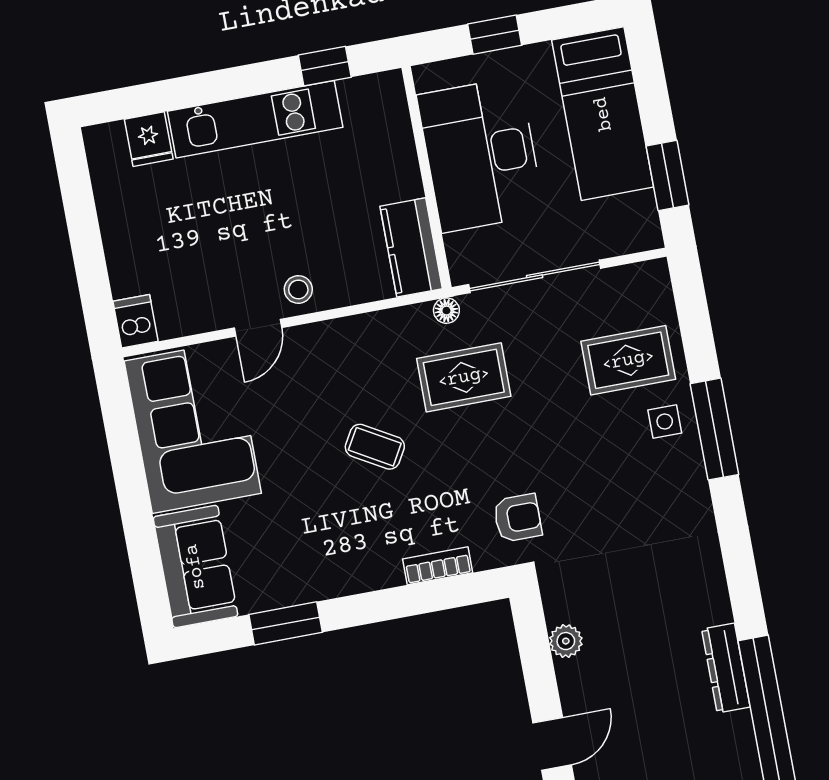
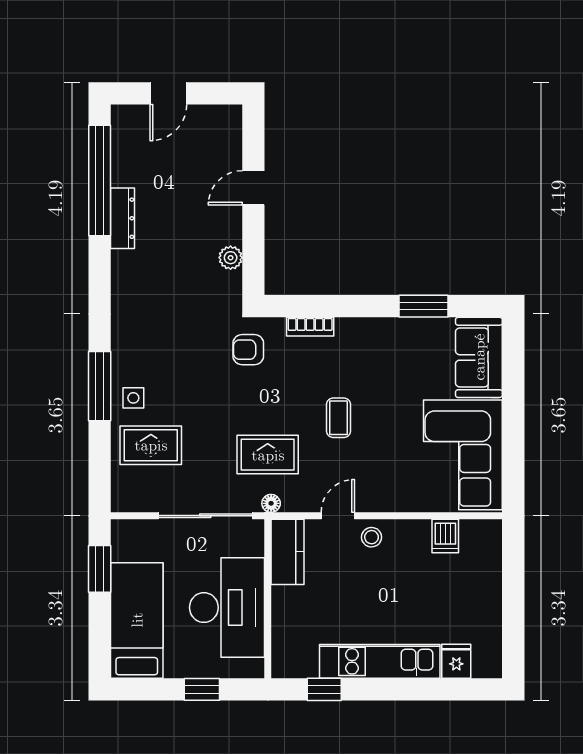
dishwasher: (136, 321) -> (445, 536), moved
door: (258, 328) -> (338, 516), moved
coffee table: (375, 447) -> (339, 418), turned 60

